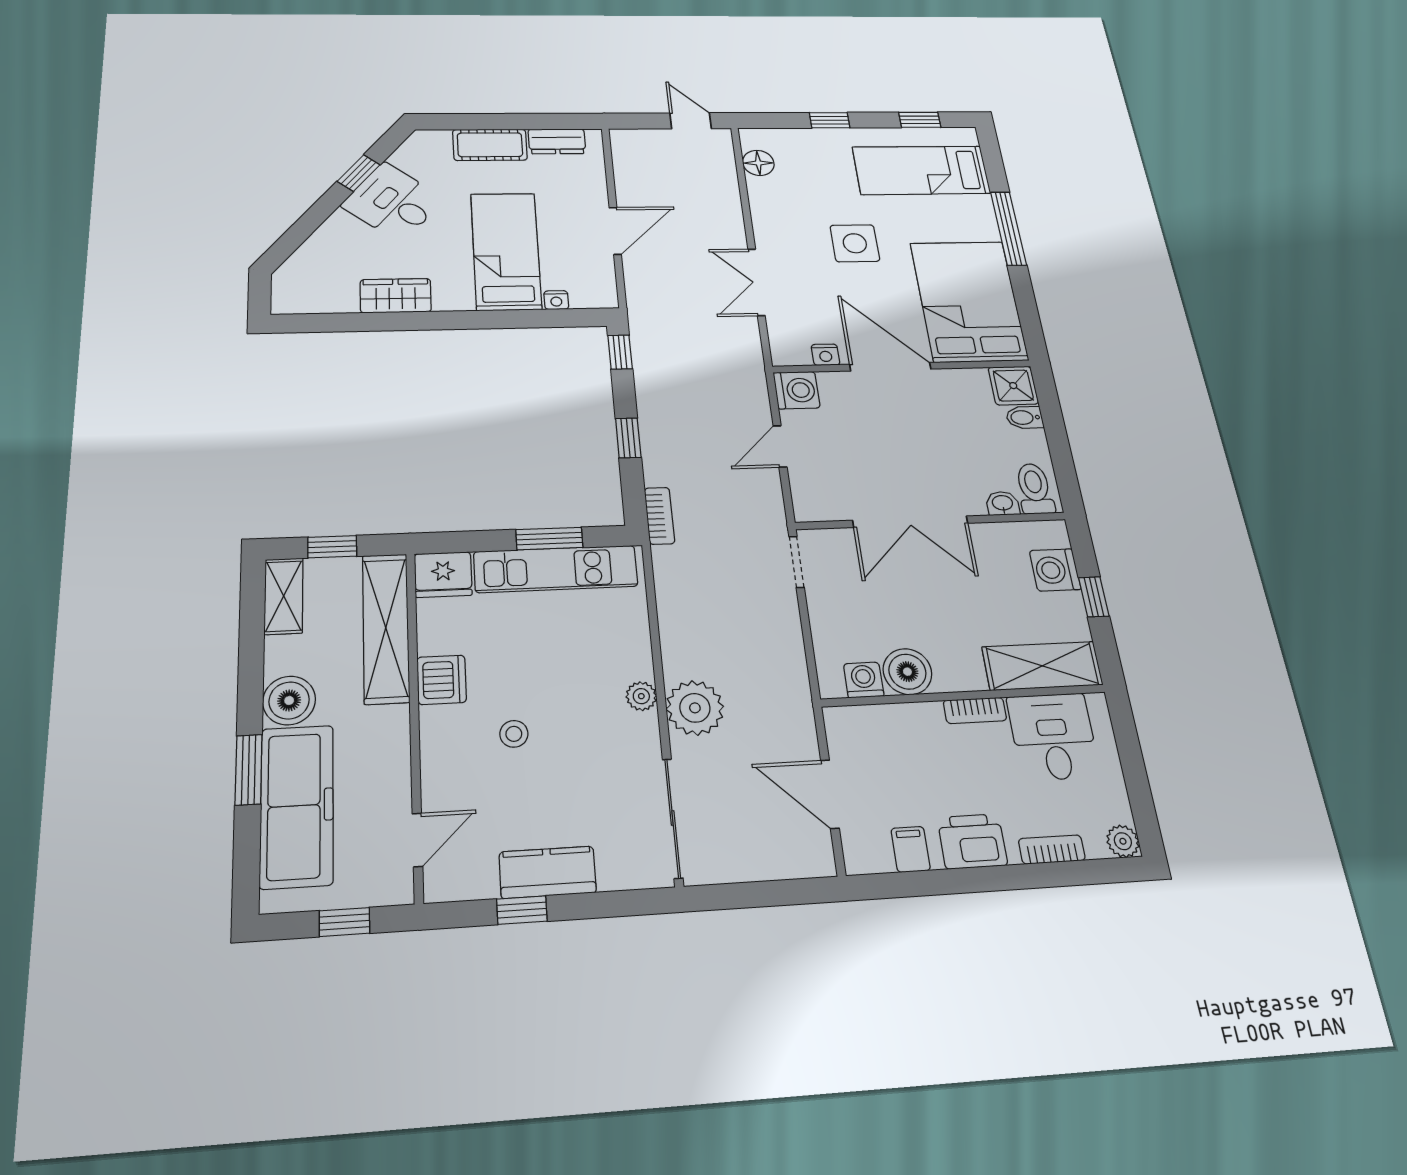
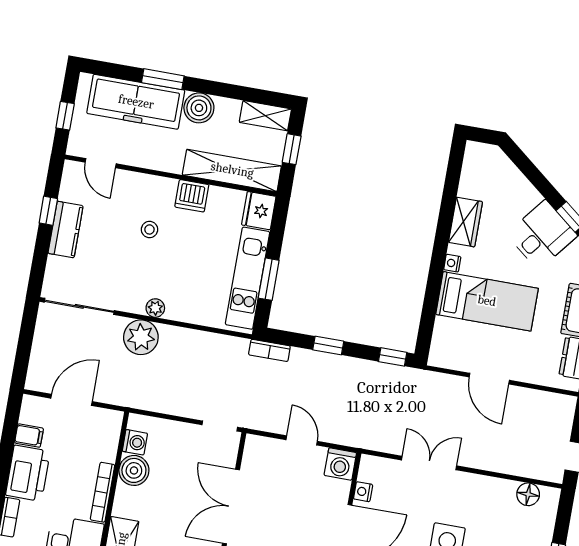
nightstand: (556, 300) -> (452, 263), moved
bookcase: (975, 710) -> (103, 492), width x1.56
printer: (972, 841) -> (28, 473), width x1.37, depth x1.19

